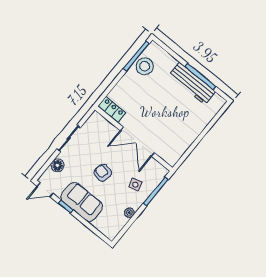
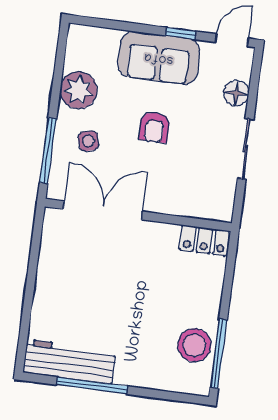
workbench: (192, 83) -> (69, 362), moved
double door: (137, 142) -> (103, 210), moved
armchair: (103, 173) -> (154, 127), turned 78
plant: (129, 213) -> (78, 90), width x1.88, depth x1.88

